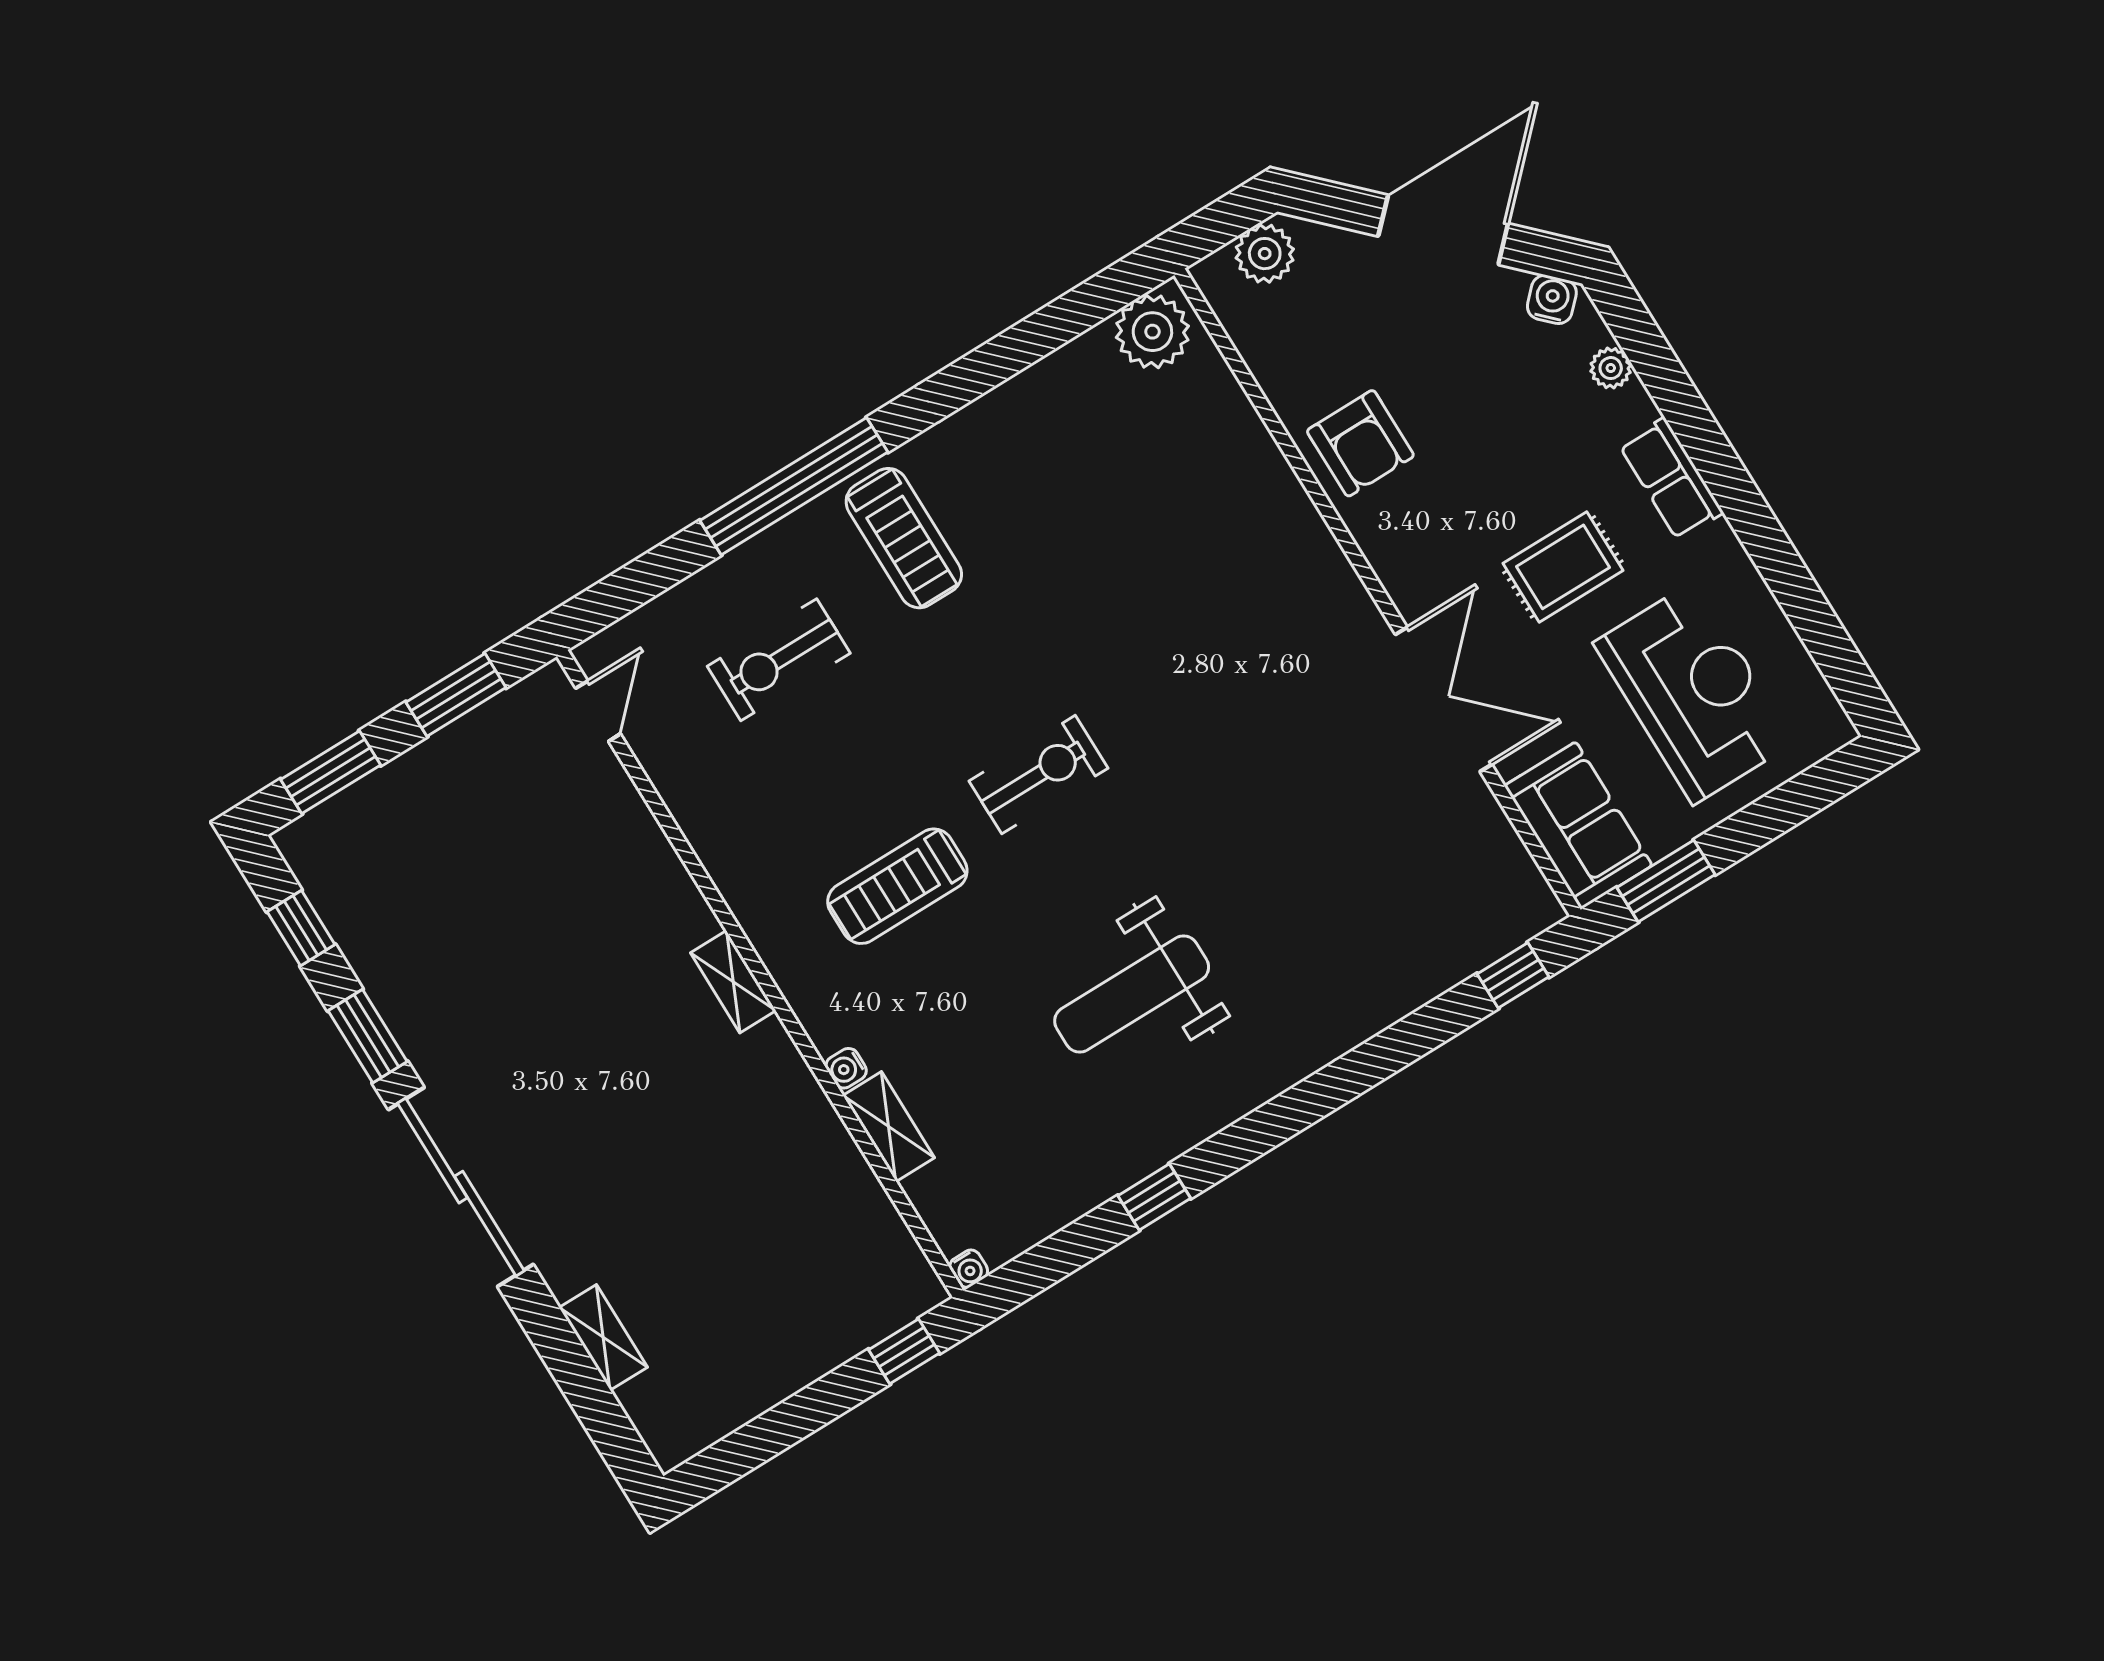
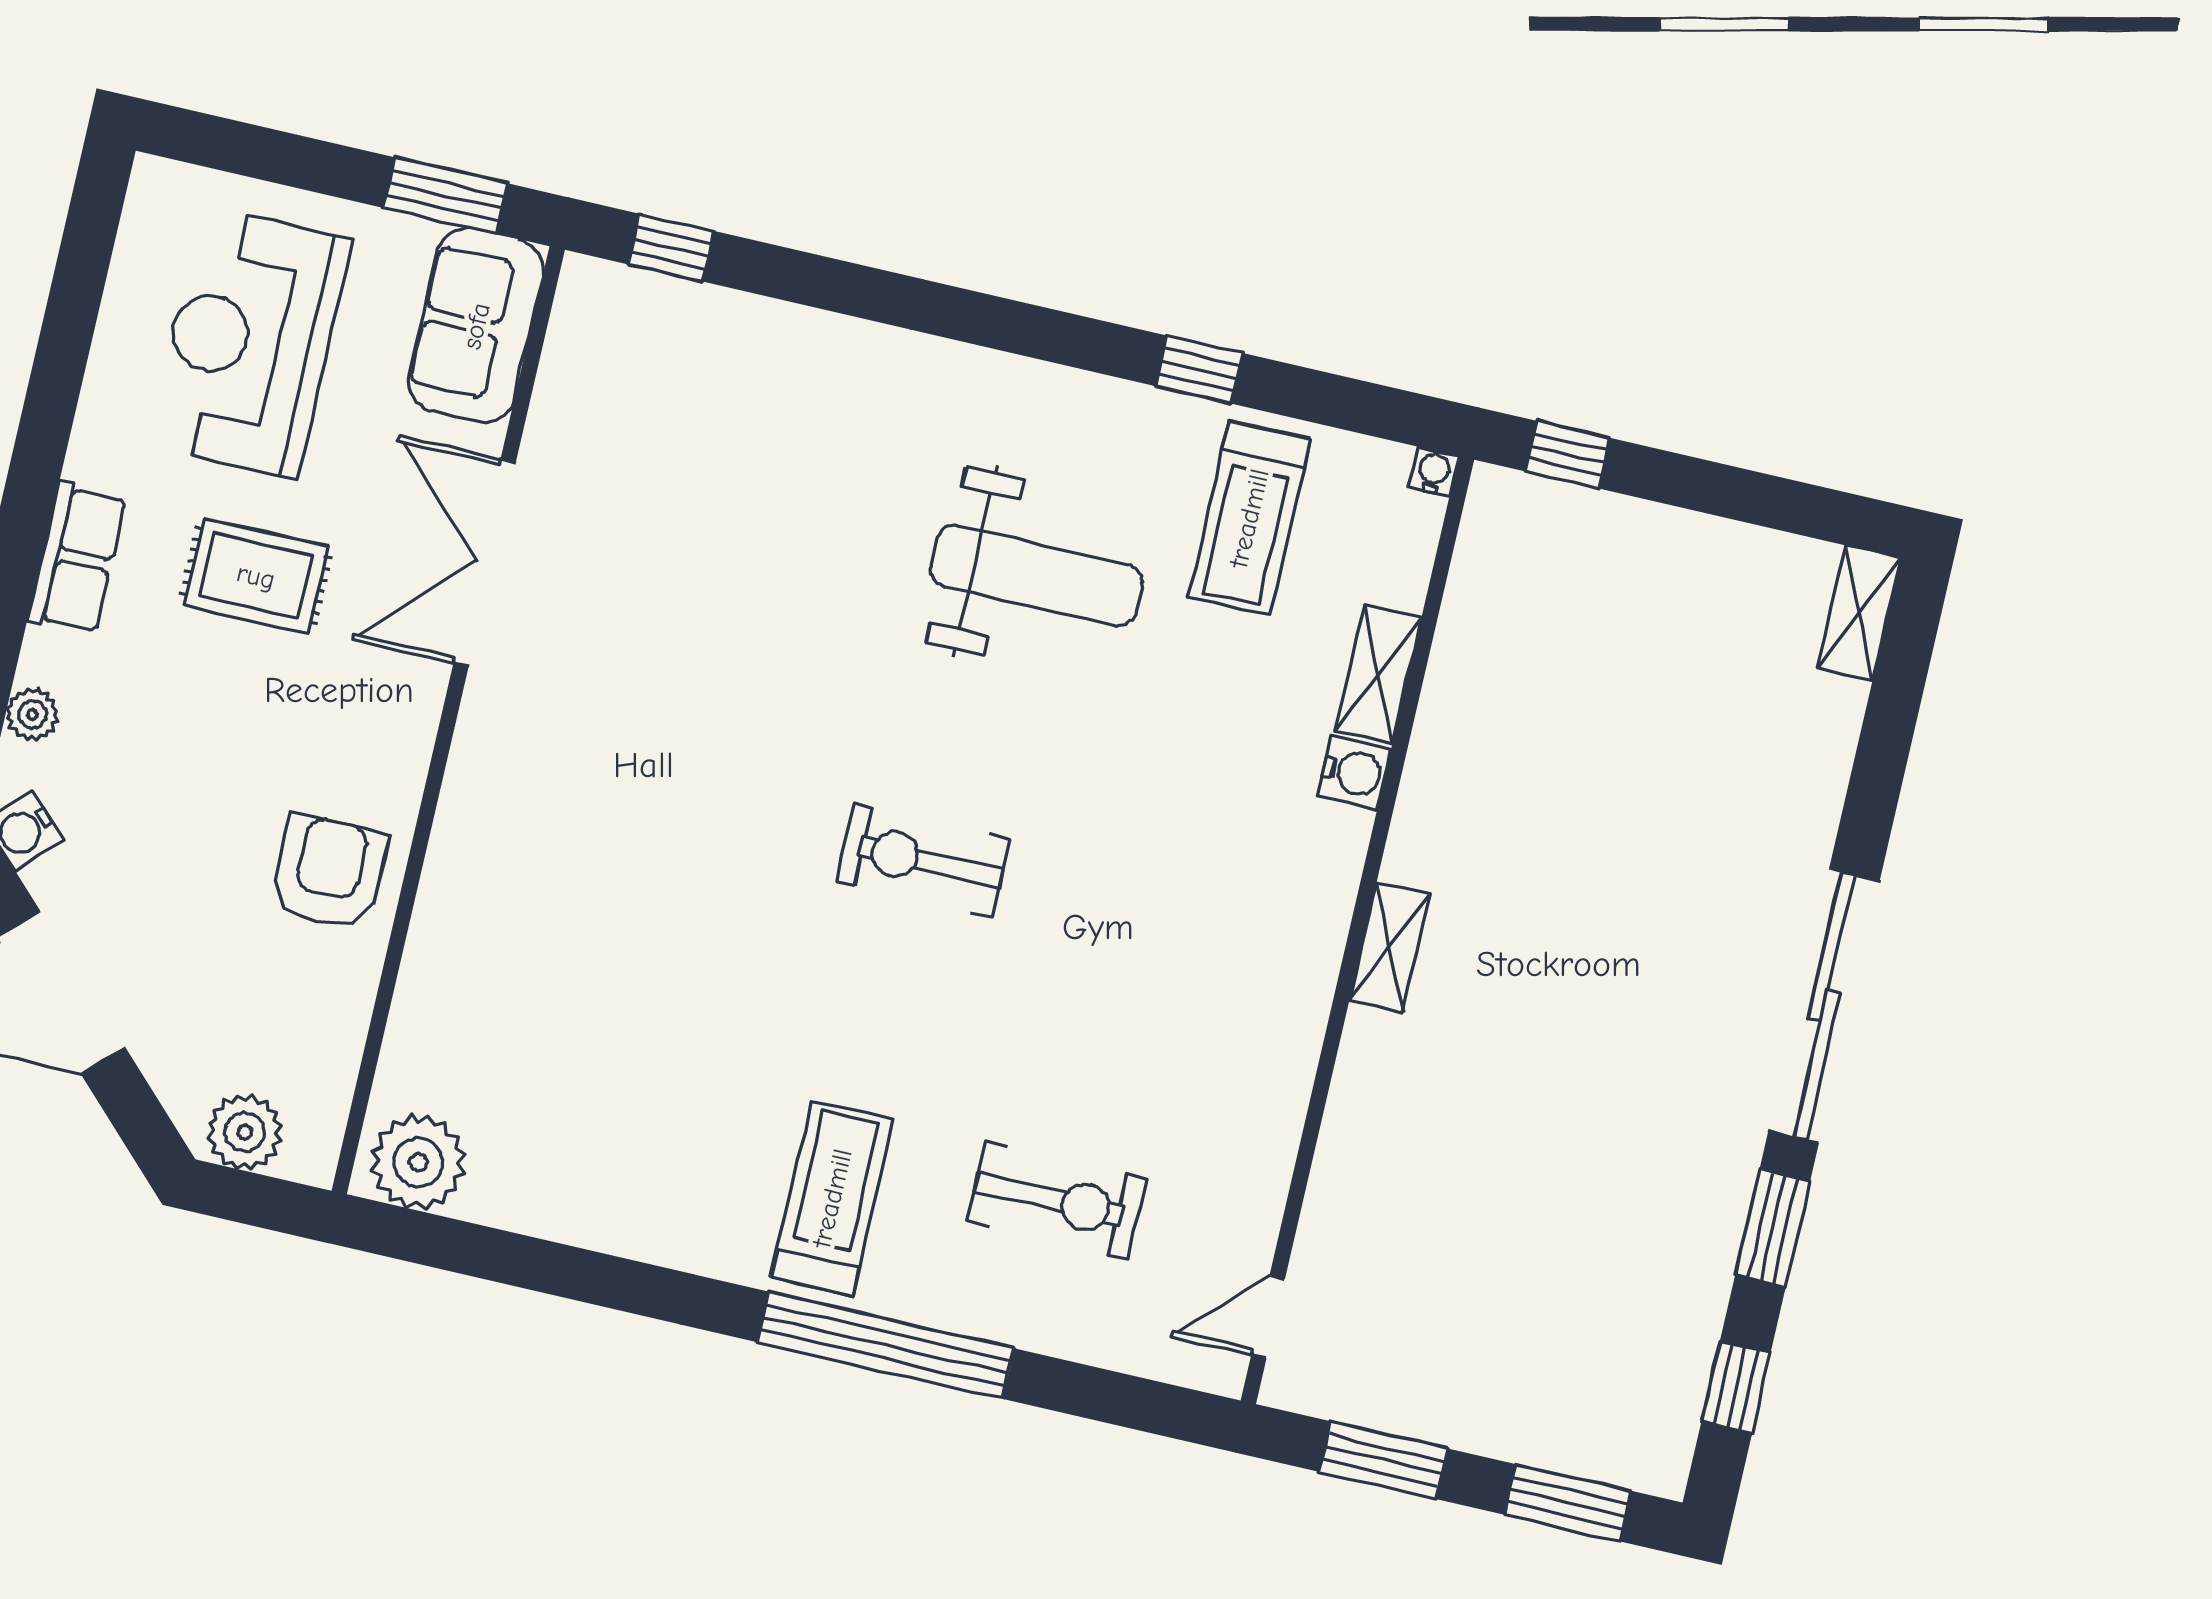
treadmill: (897, 886) -> (1249, 518), moved, turned 90
water cooler: (846, 1068) -> (1354, 772), width x1.38, depth x1.38
shelving: (603, 1337) -> (1859, 613), moved

